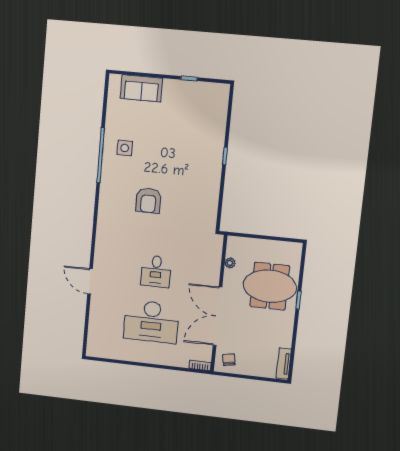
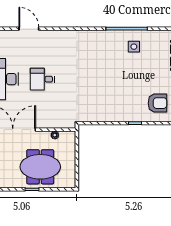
armchair: (148, 200) -> (157, 103), moved, turned 180
door: (90, 281) -> (29, 29), hinge flipped
meeting table: (270, 286) -> (40, 167), turned 90

